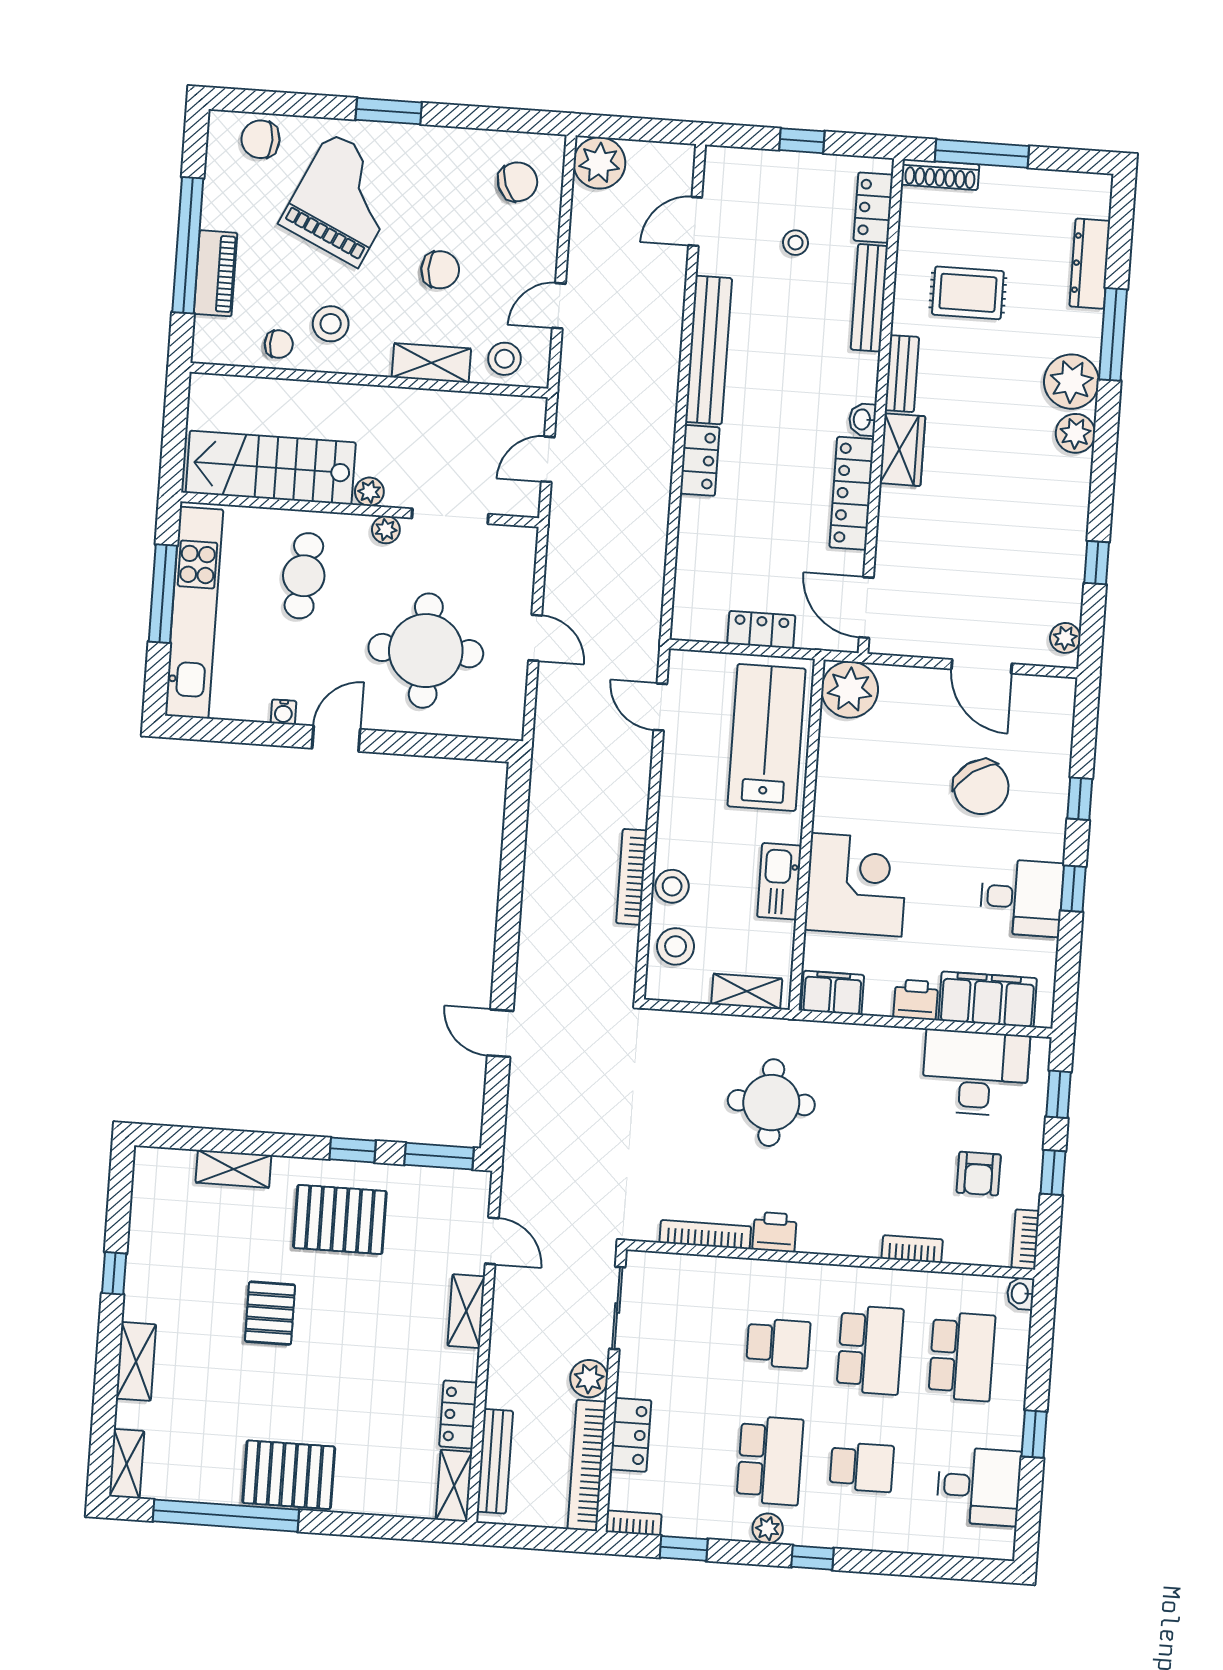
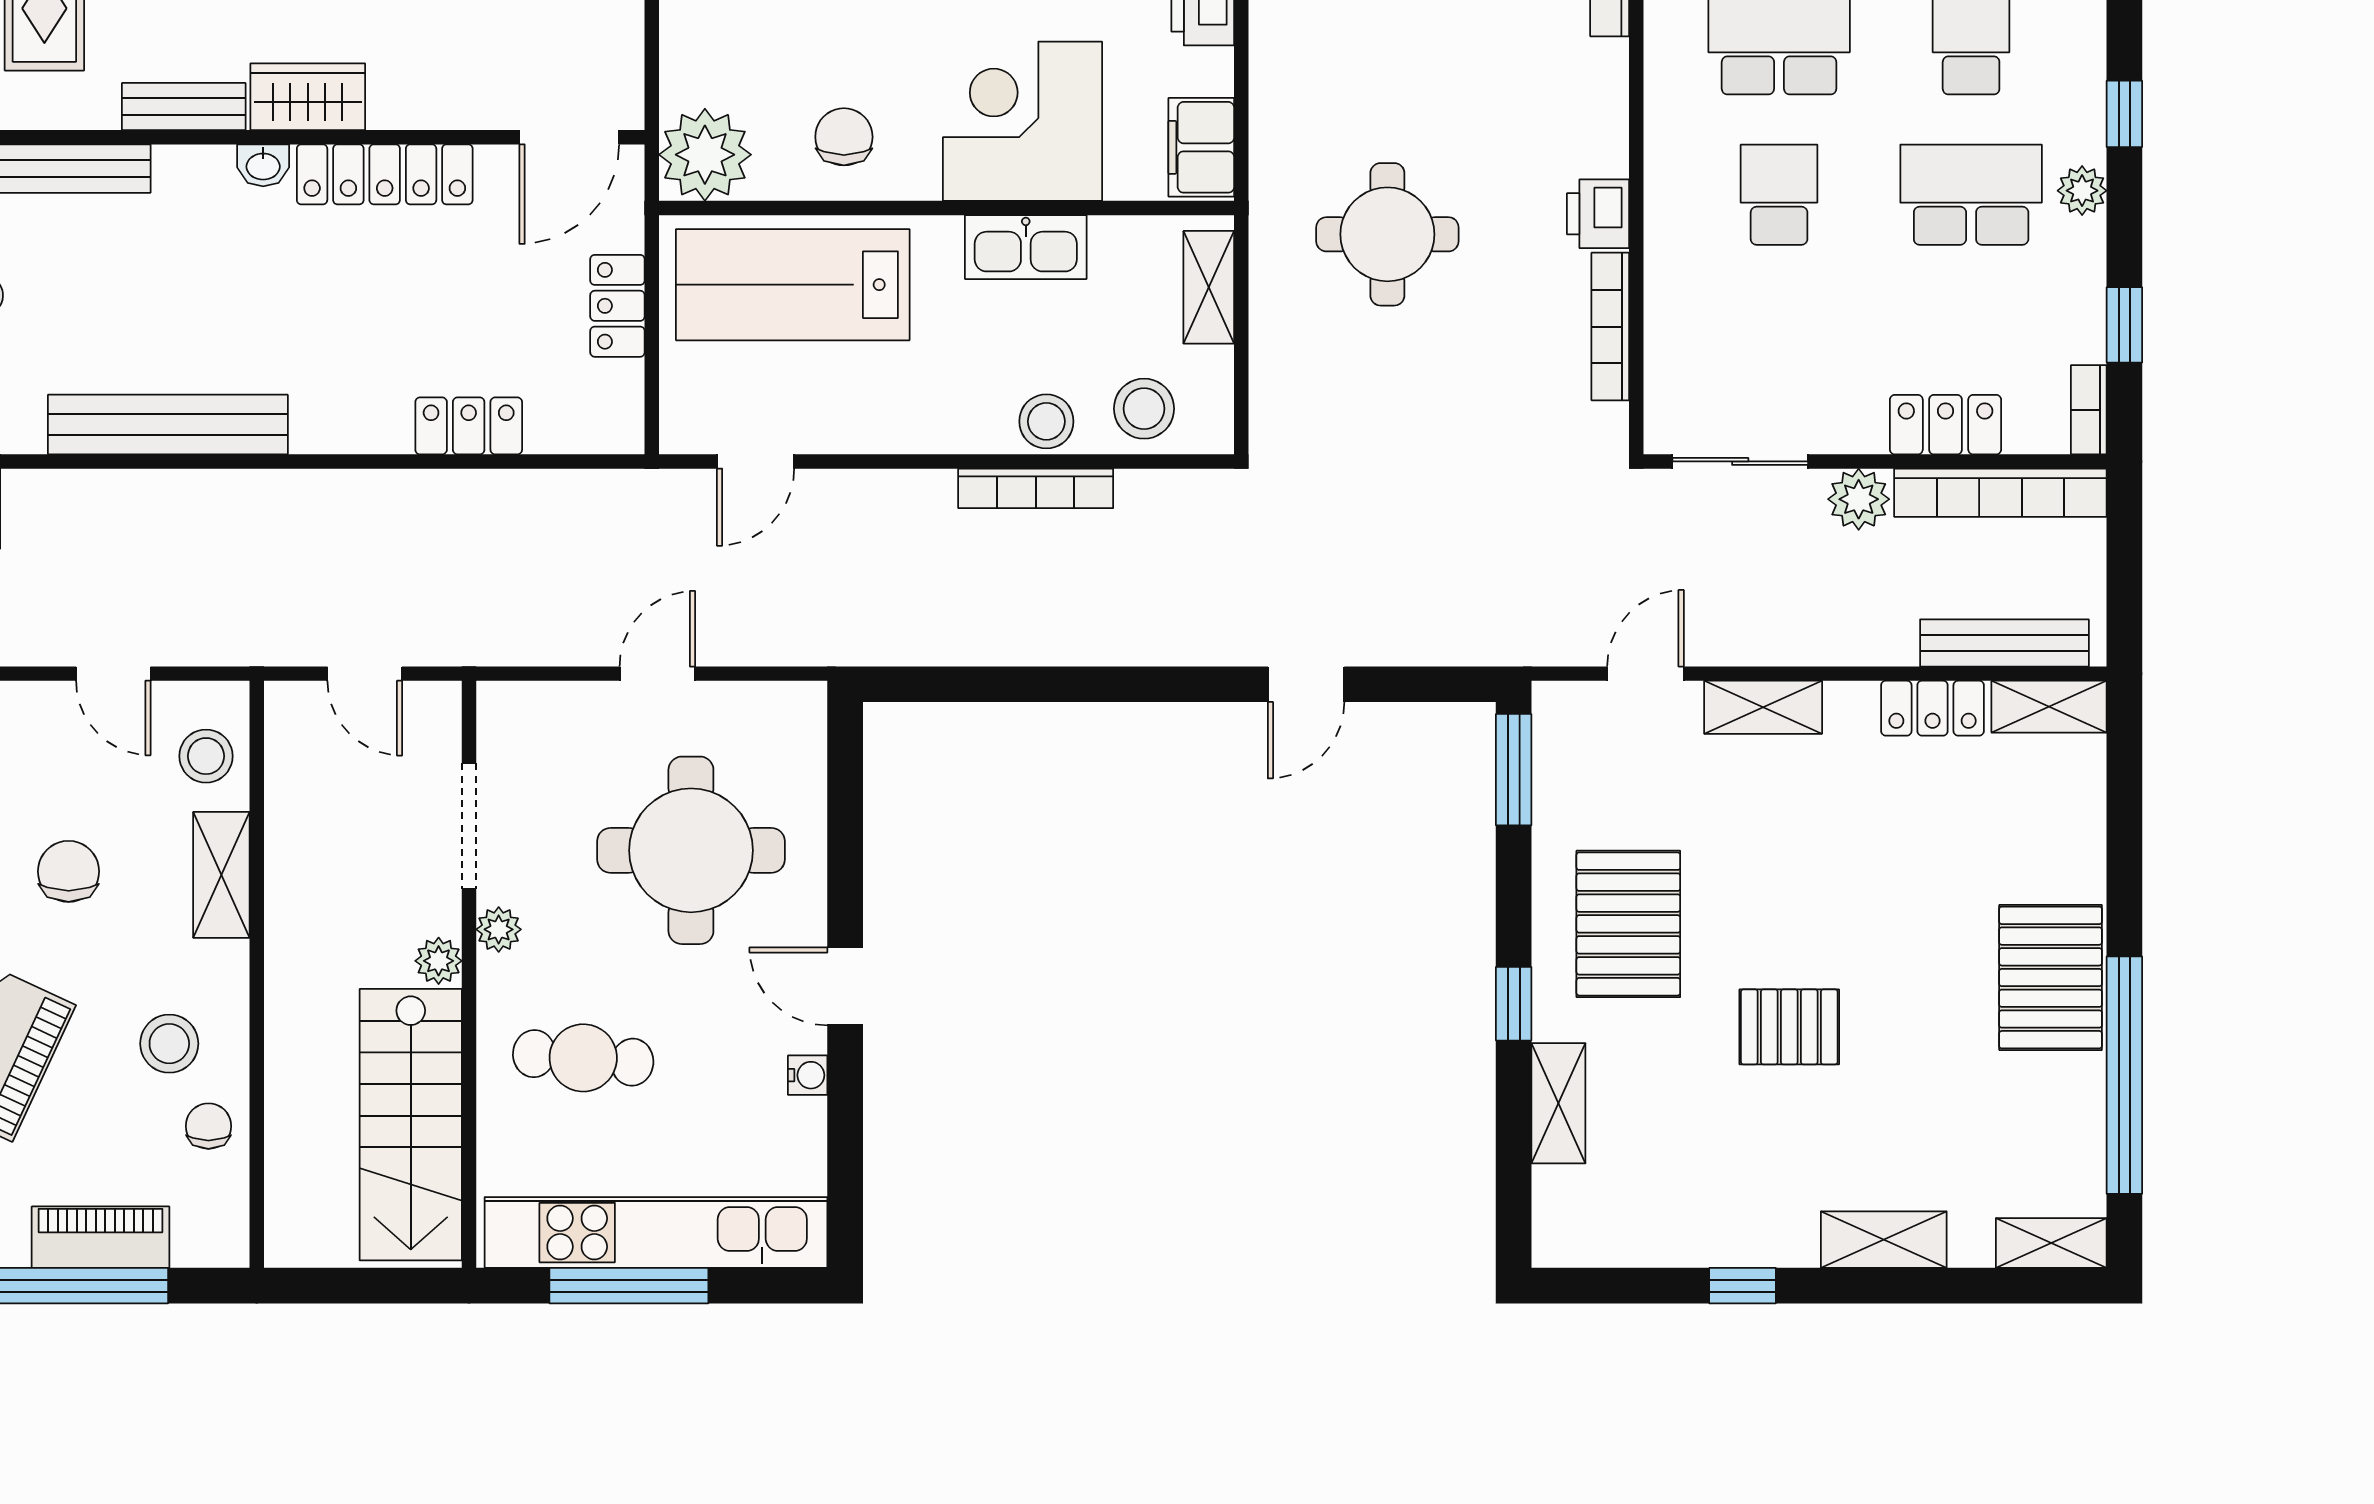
locker: (700, 460) -> (469, 426), moved
chair: (855, 775) -> (844, 137), added
window: (353, 1150) -> (1514, 1004), moved

